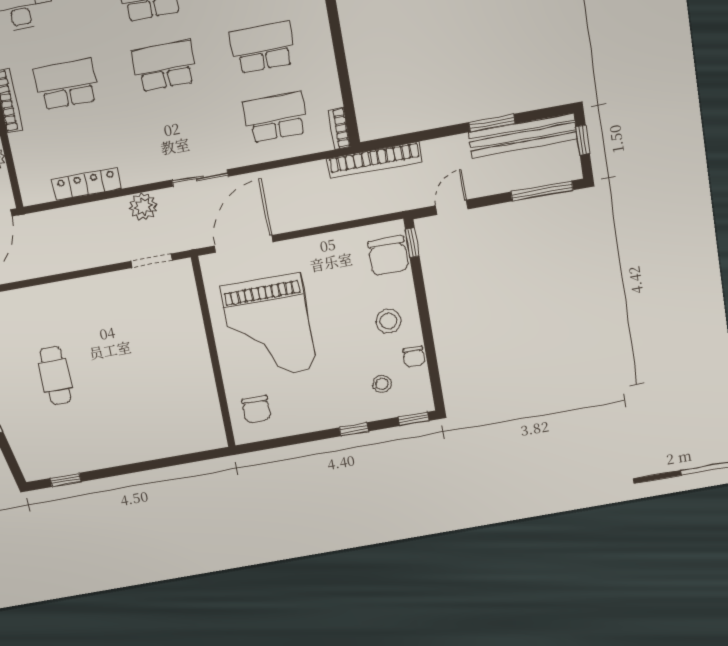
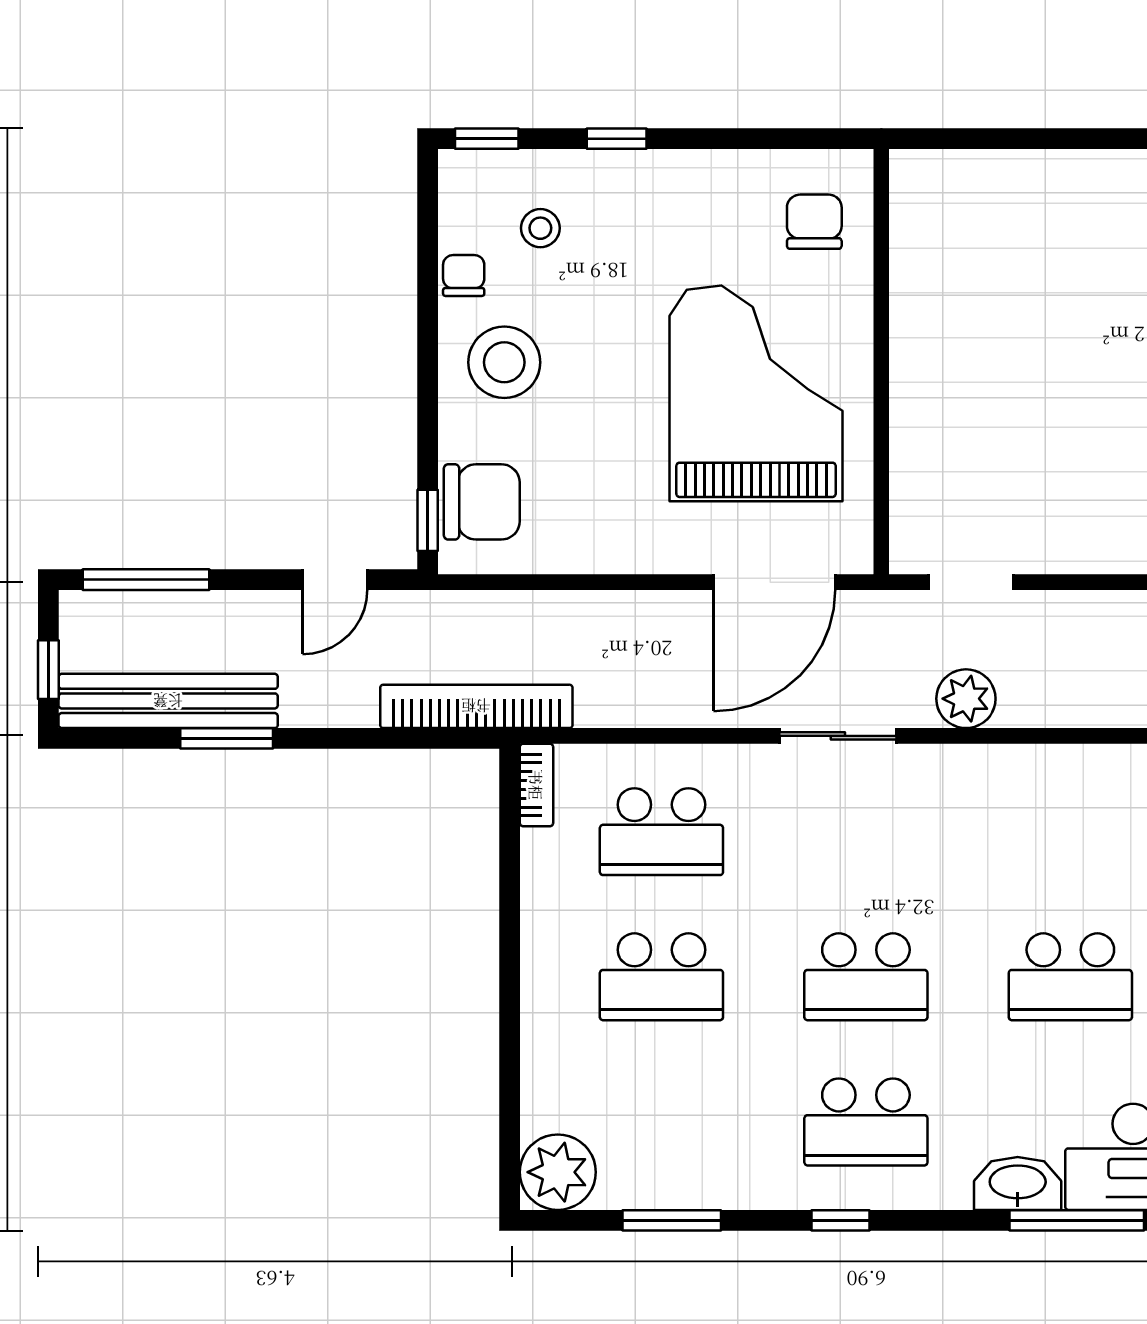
locker: (86, 184) -> (1073, 766), removed
chair: (388, 256) -> (482, 502), turned 90
stool: (388, 321) -> (504, 362), width x1.38, depth x1.38

